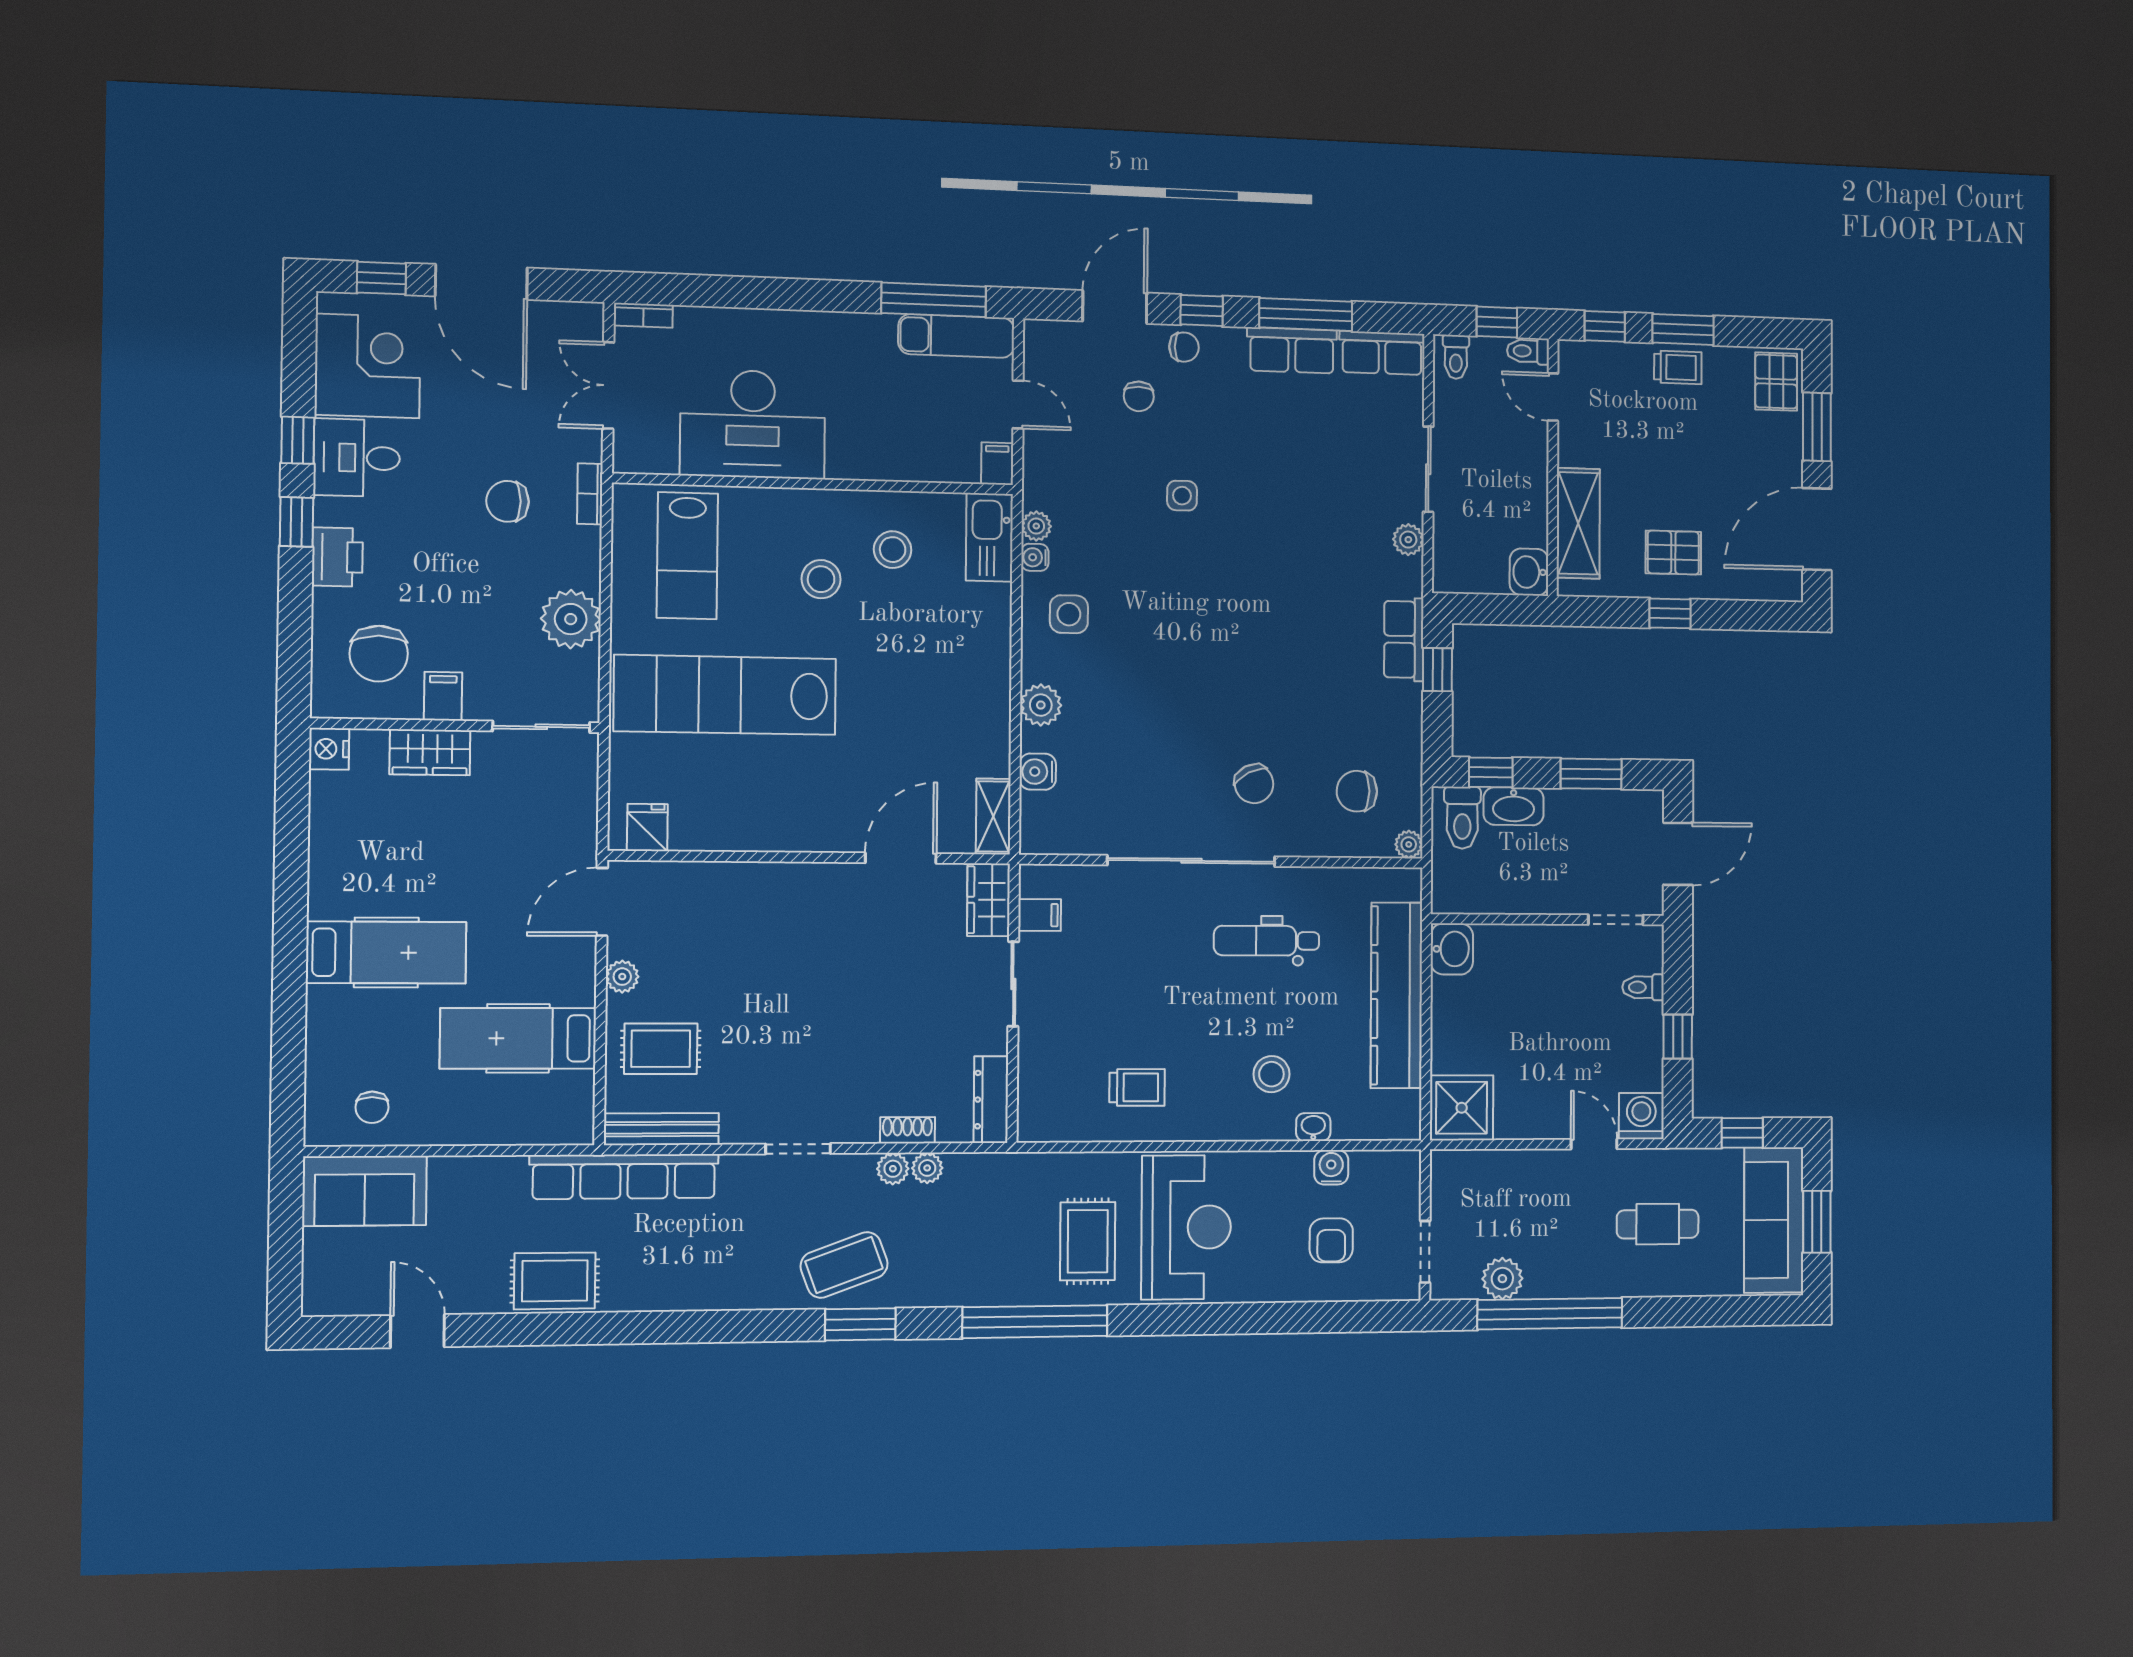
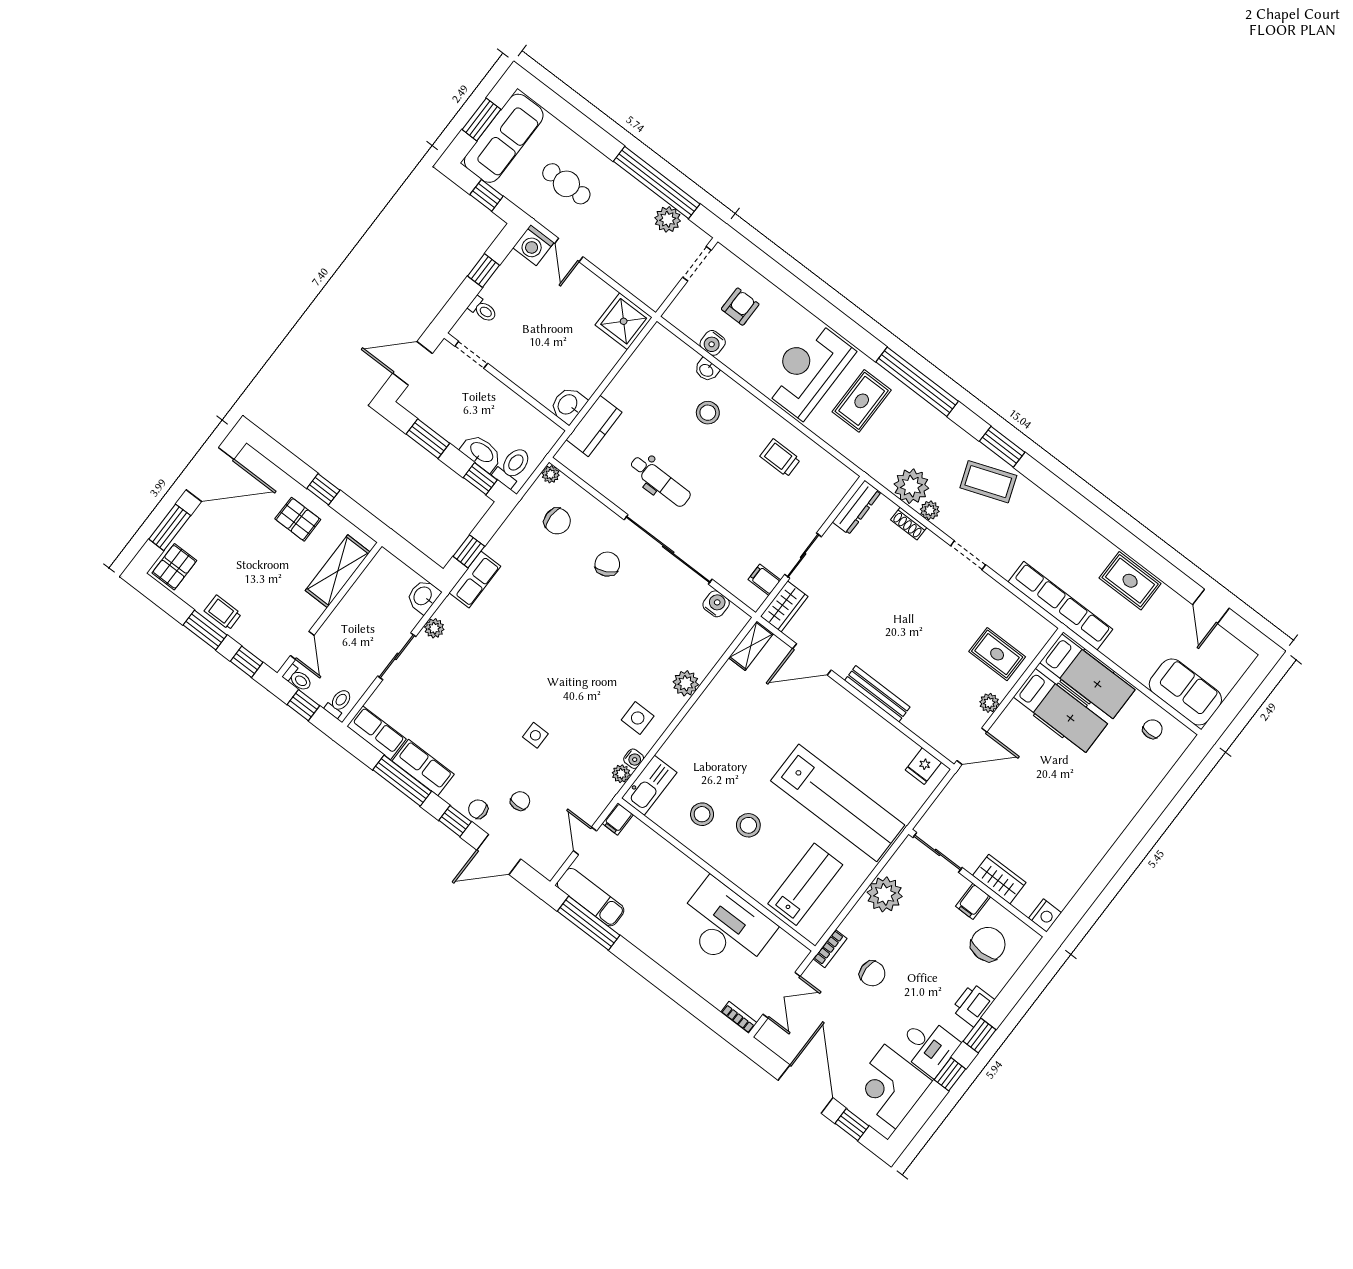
washbasin: (1529, 572) -> (423, 596), moved, turned 180
water cooler: (1038, 772) -> (716, 604), moved, turned -90
hospital bed: (386, 952) -> (1087, 676), moved, turned 180
kitchen counter: (1397, 995) -> (594, 426), width x0.48, depth x0.86
bench: (661, 1129) -> (877, 694), moved
plant: (927, 1168) -> (911, 486), width x1.88, depth x1.88

